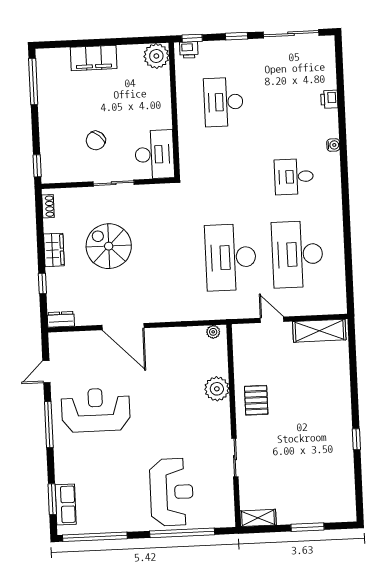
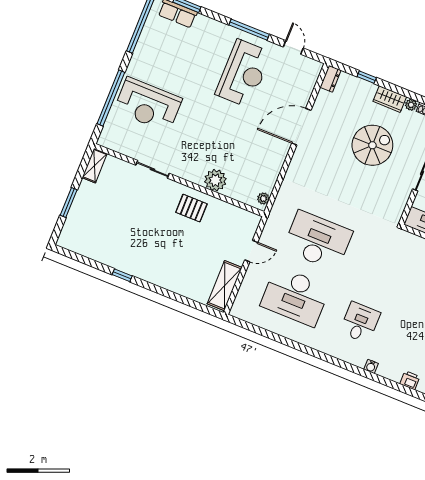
plant: (50, 226) -> (411, 105), added
desk: (297, 254) -> (295, 296), turned 180

